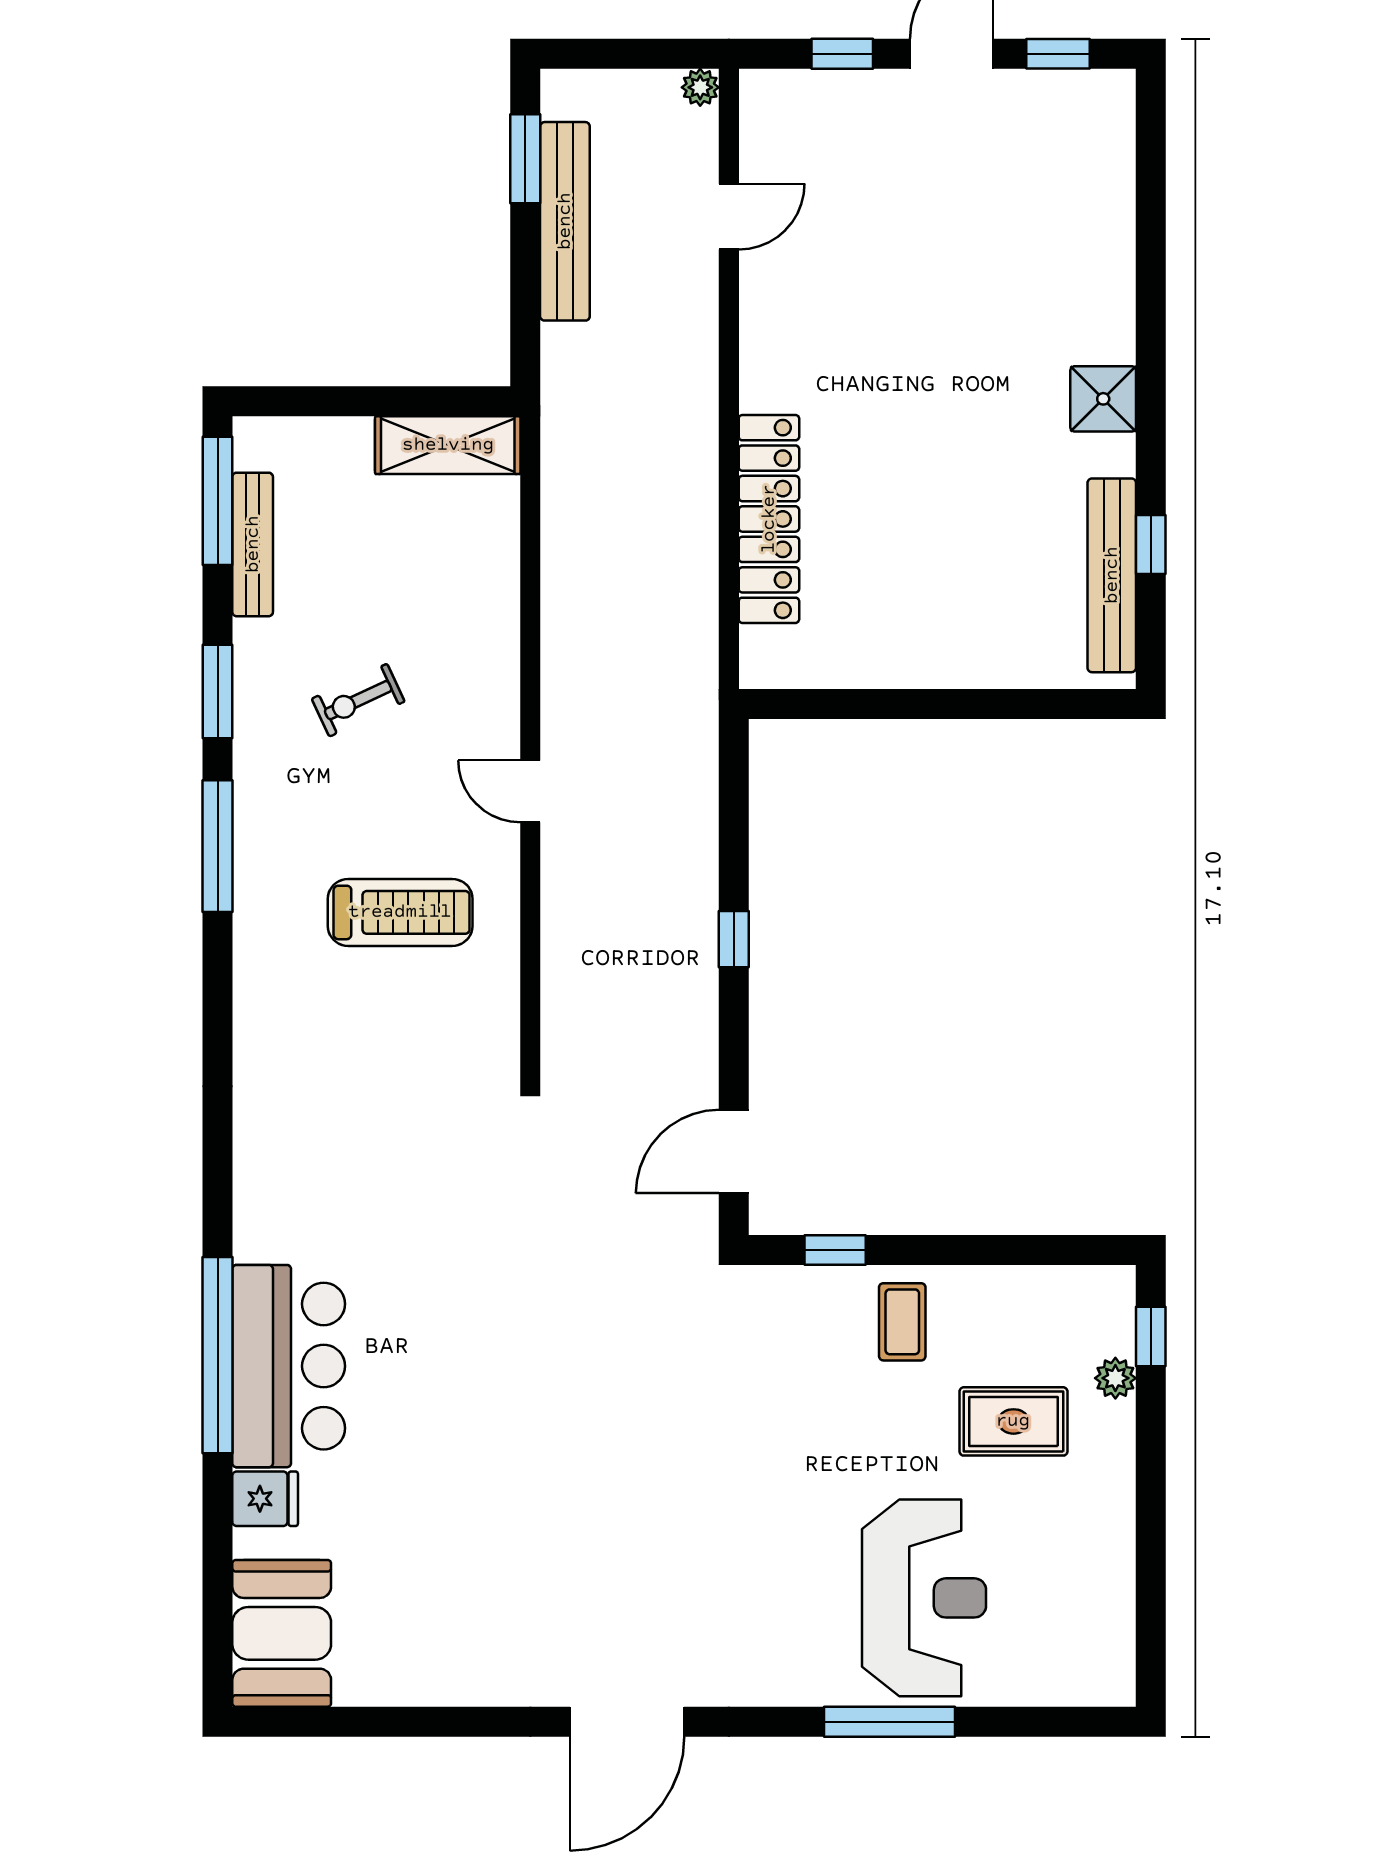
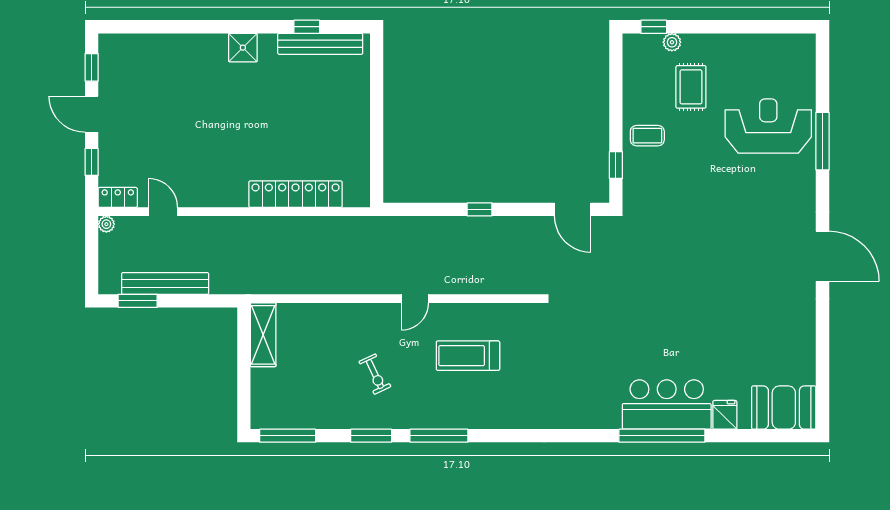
locker: (761, 113) -> (118, 197), added
bench: (253, 544) -> (307, 420), removed
treadmill: (400, 912) -> (468, 356), turned -90

